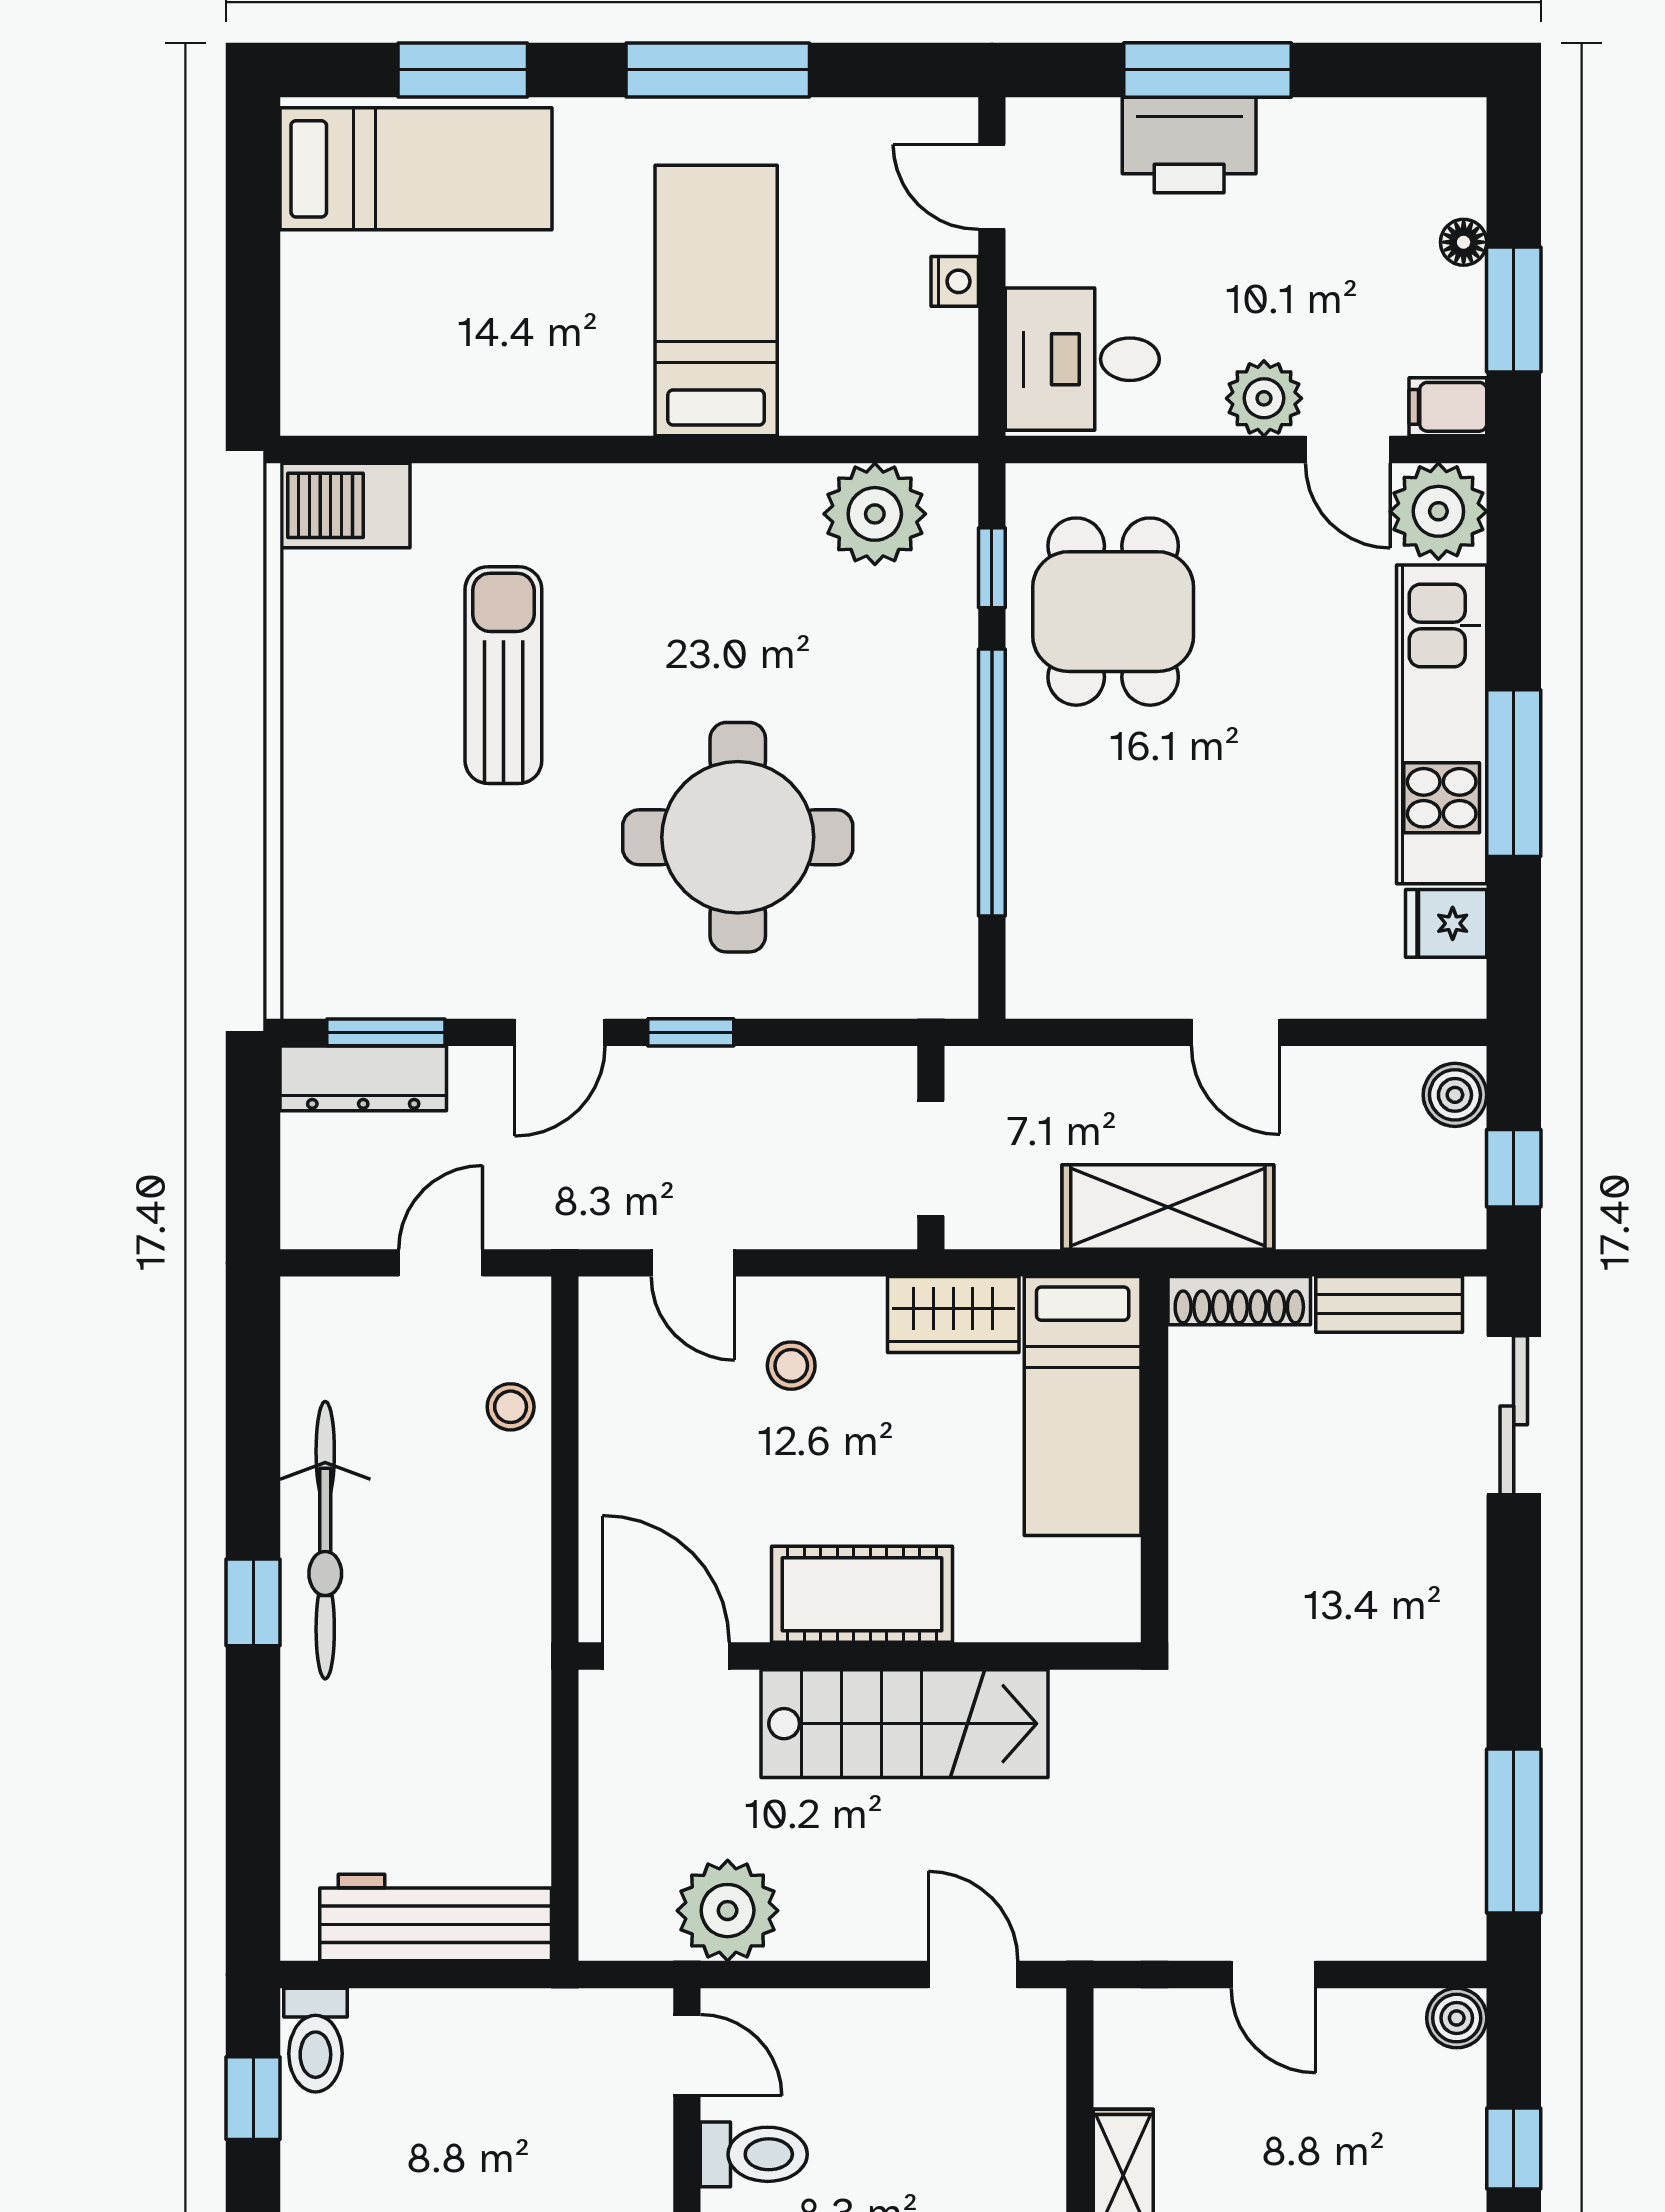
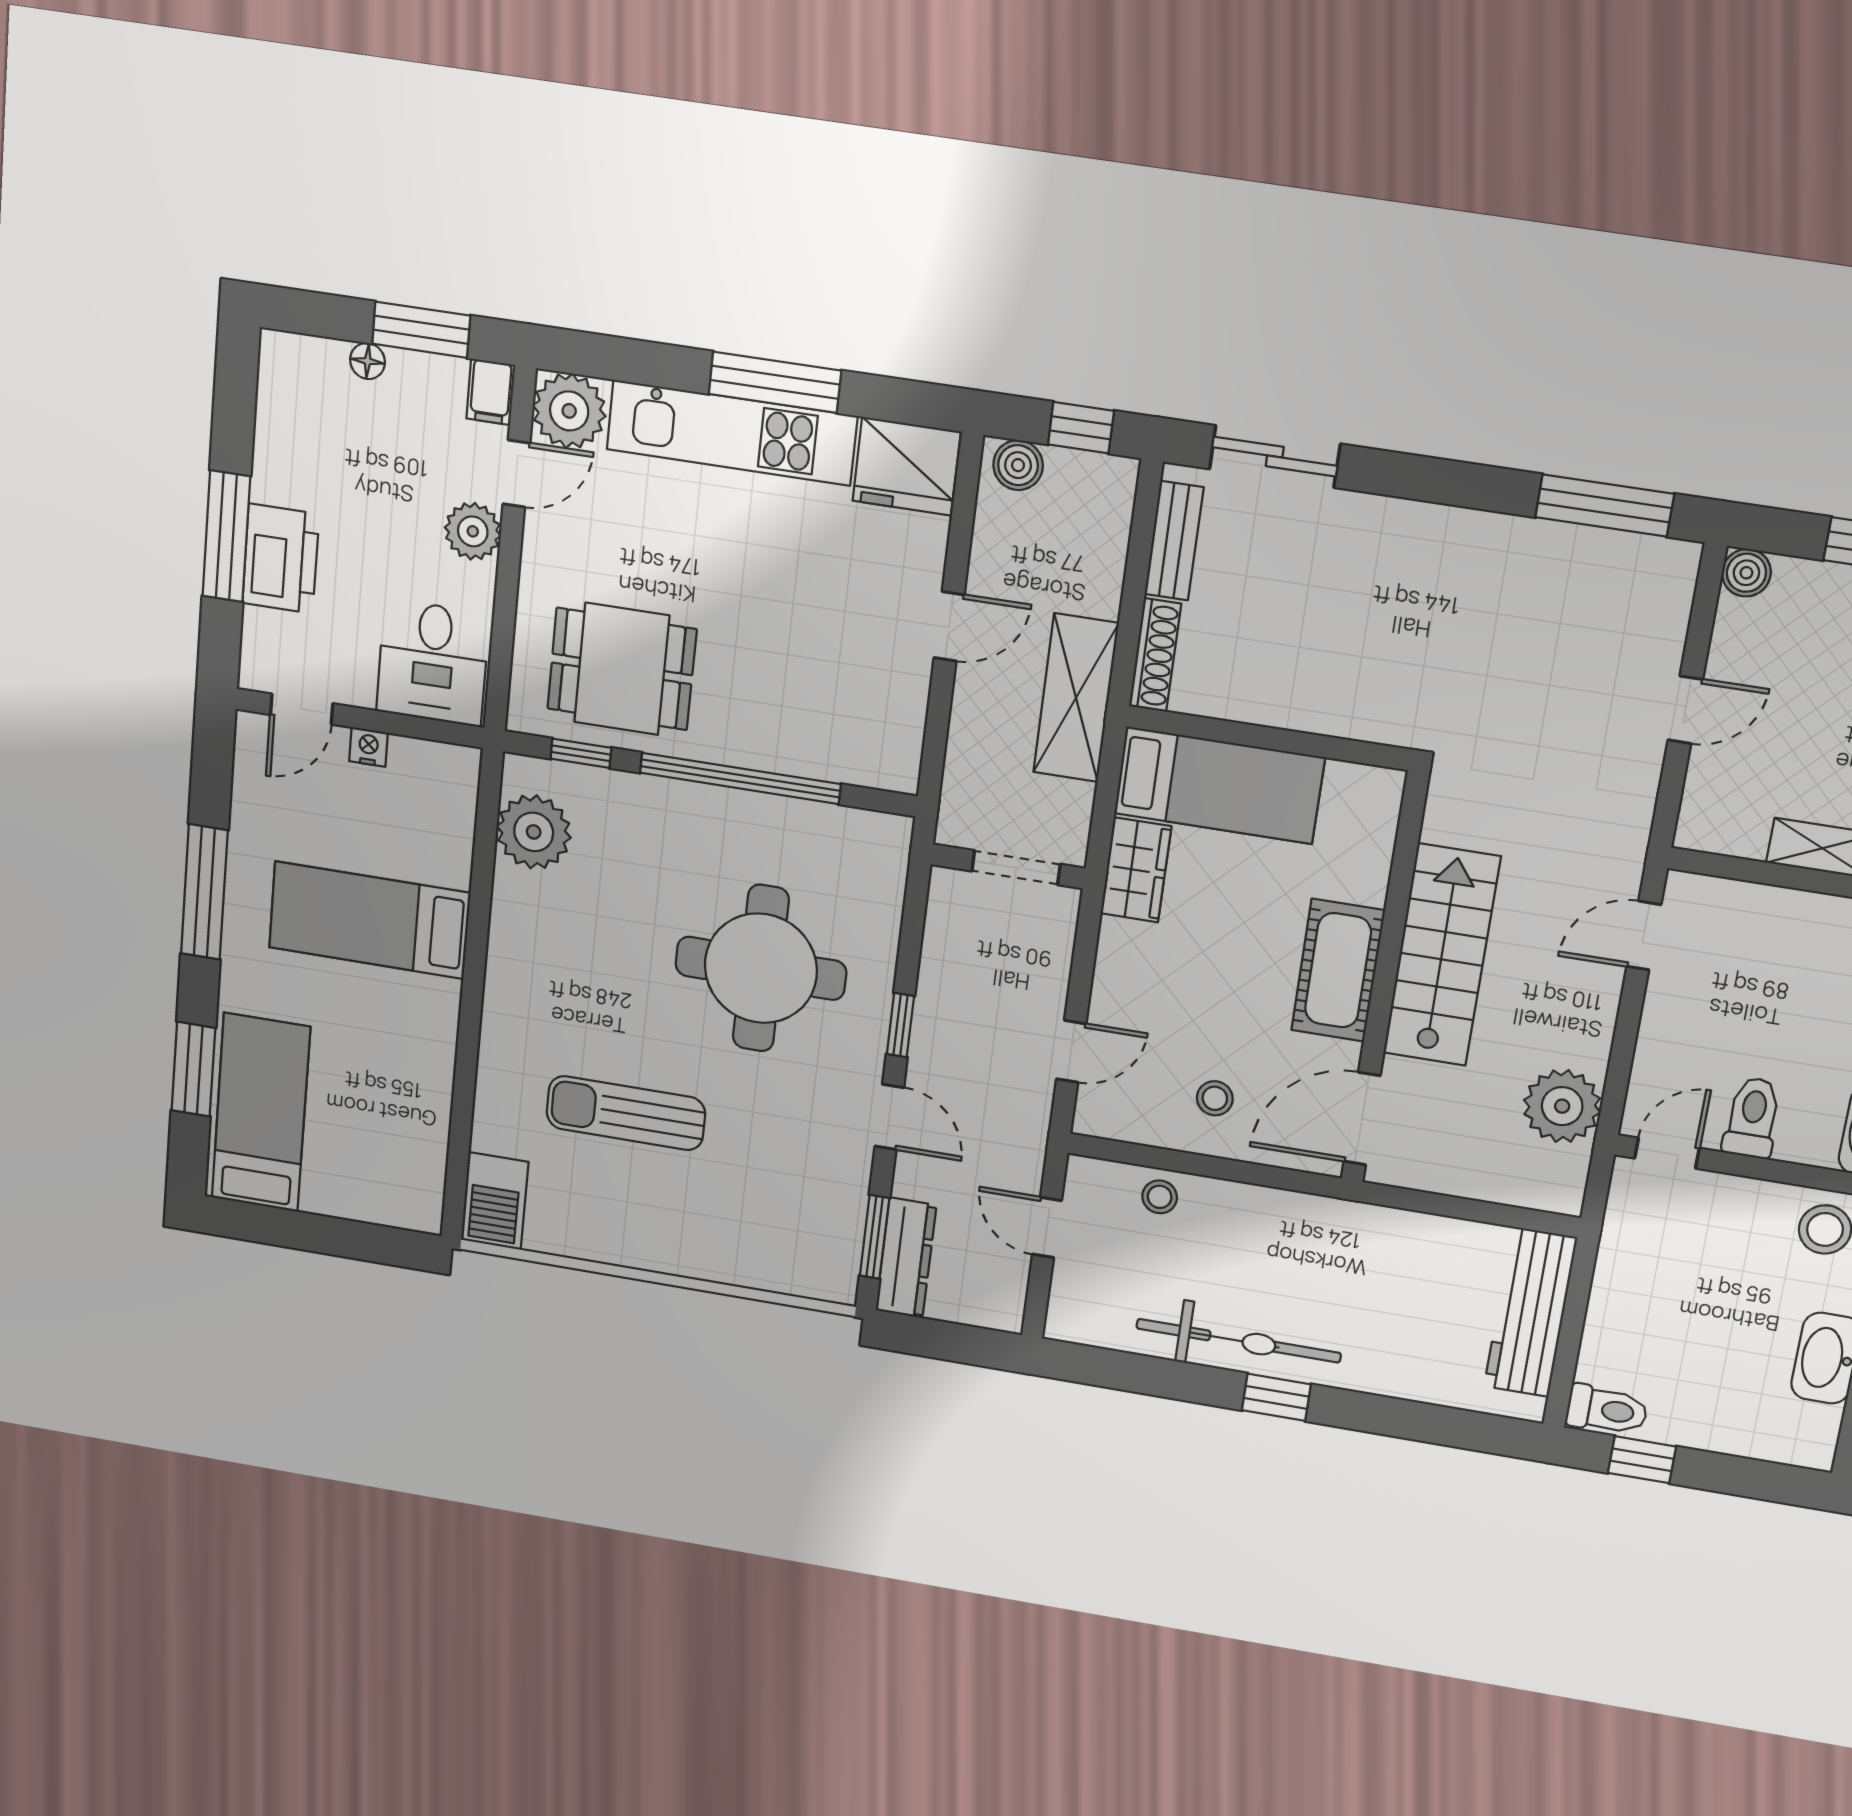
fridge: (1446, 923) -> (907, 466), width x1.88, depth x1.34
stool: (791, 1366) -> (1215, 1098), moved

